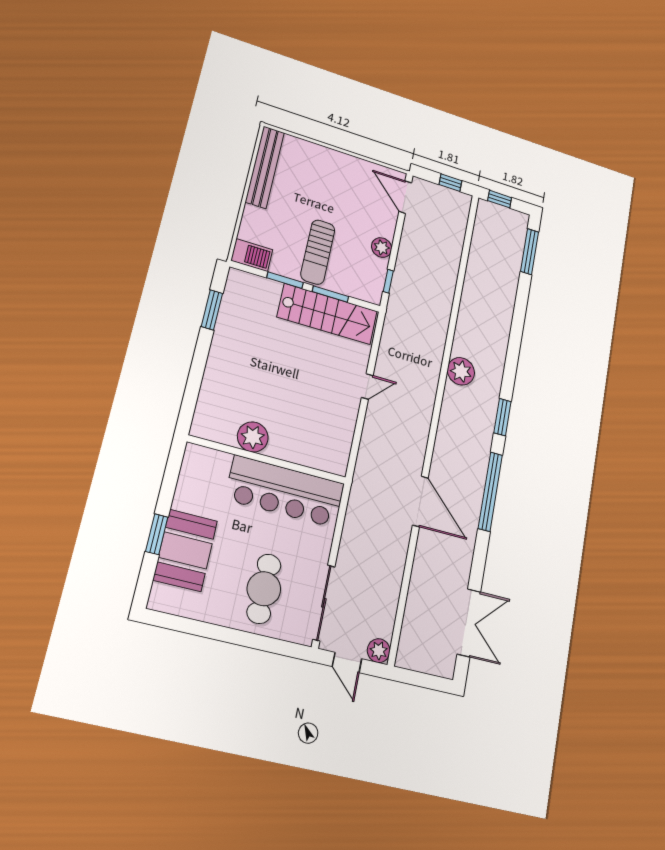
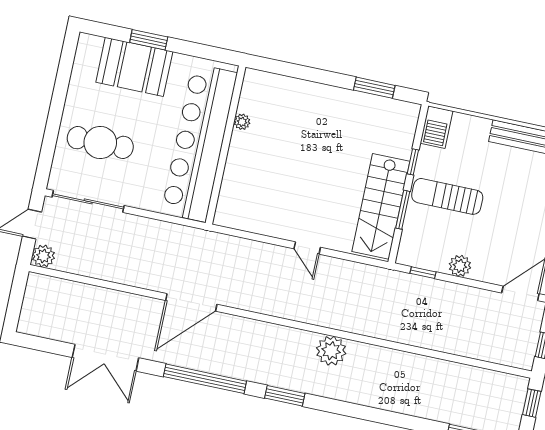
window: (285, 280) -> (413, 162), width x0.67
plant: (253, 437) -> (242, 122), width x0.53, depth x0.53
bar counter: (285, 491) -> (199, 143), width x1.36
double door: (469, 623) -> (105, 358), moved

